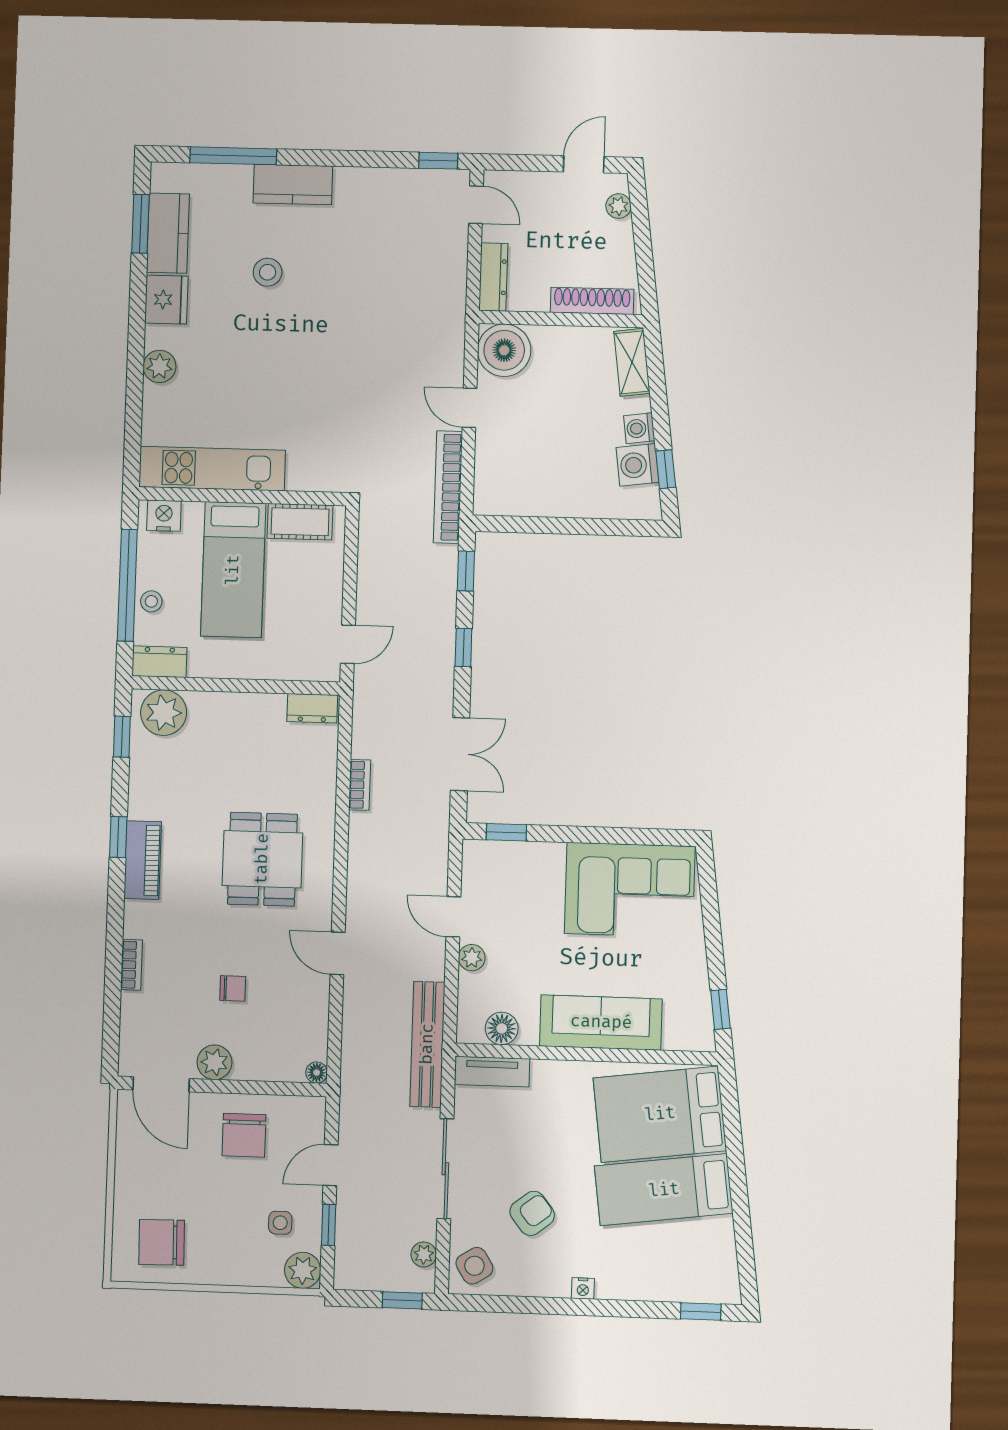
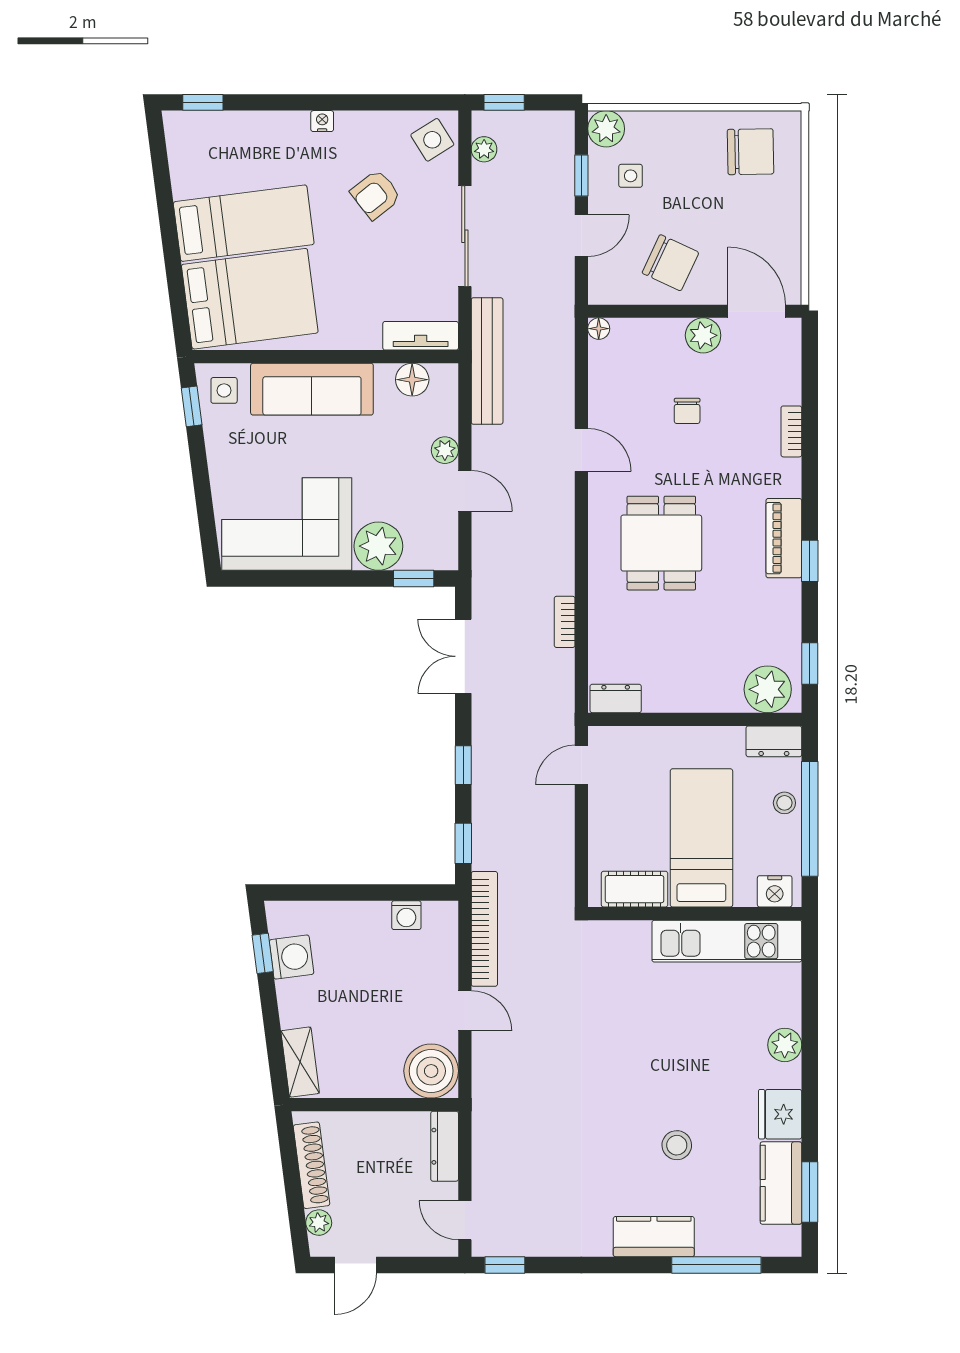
shoe rack: (592, 301) -> (311, 1165), moved, turned -97
washing machine: (639, 428) -> (406, 915), moved, turned 97
plant: (540, 865) -> (378, 546), added
chair: (233, 988) -> (687, 411), turned -90
side table: (688, 1024) -> (224, 390), added
chair: (244, 1135) -> (670, 263), turned 115

